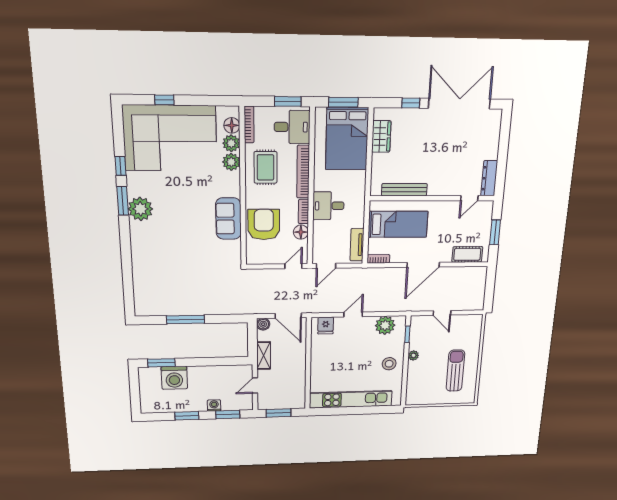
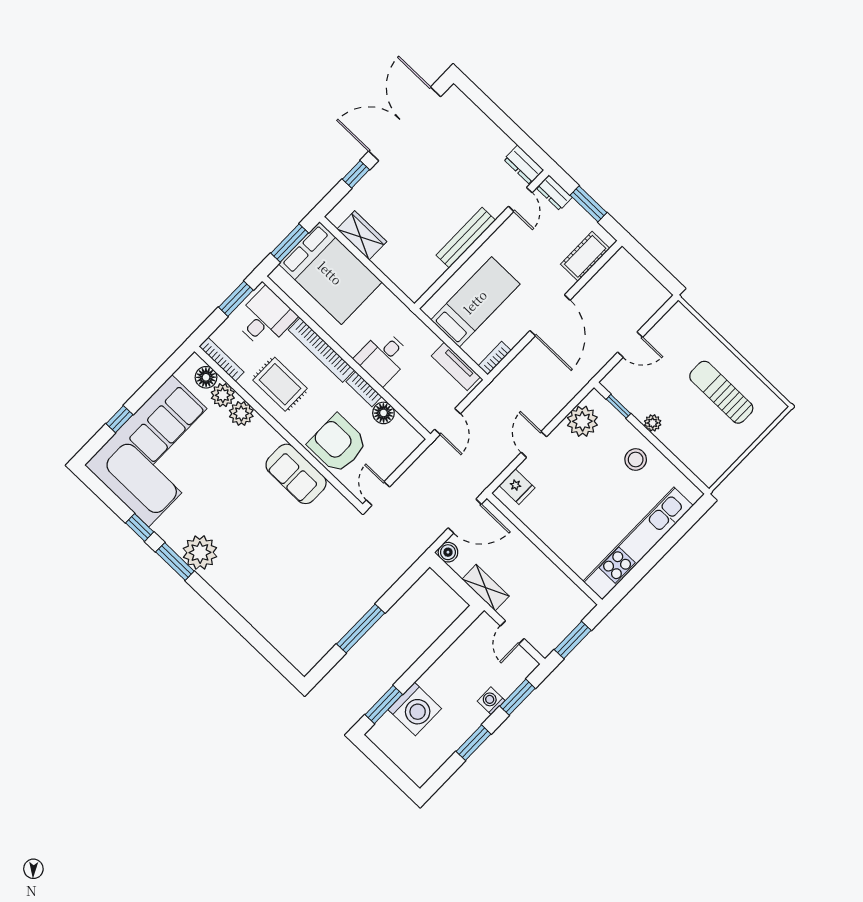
dresser: (489, 178) -> (524, 165), width x0.70
bench: (404, 190) -> (466, 238), moved
dresser: (487, 211) -> (554, 193), added
door: (293, 266) -> (378, 493), moved

